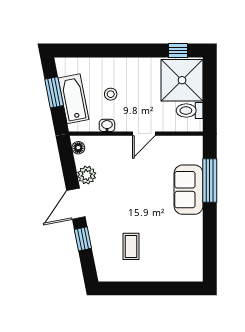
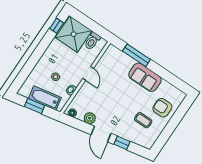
sofa: (189, 190) -> (145, 77), moved
armchair: (164, 261) -> (162, 108), added

